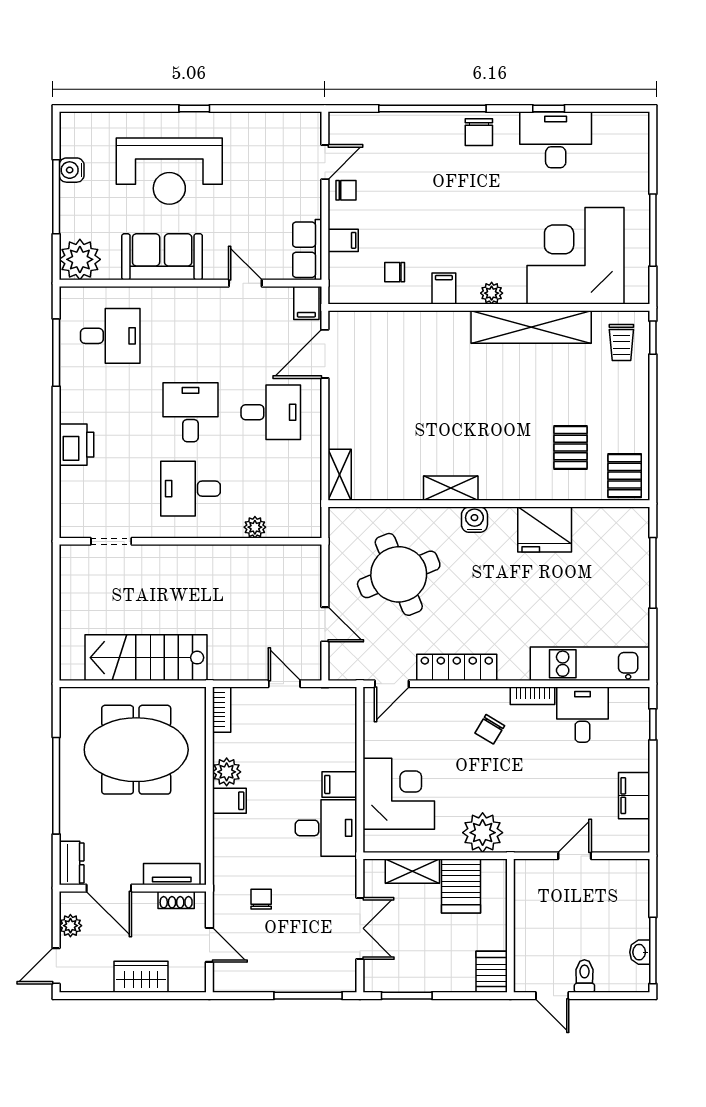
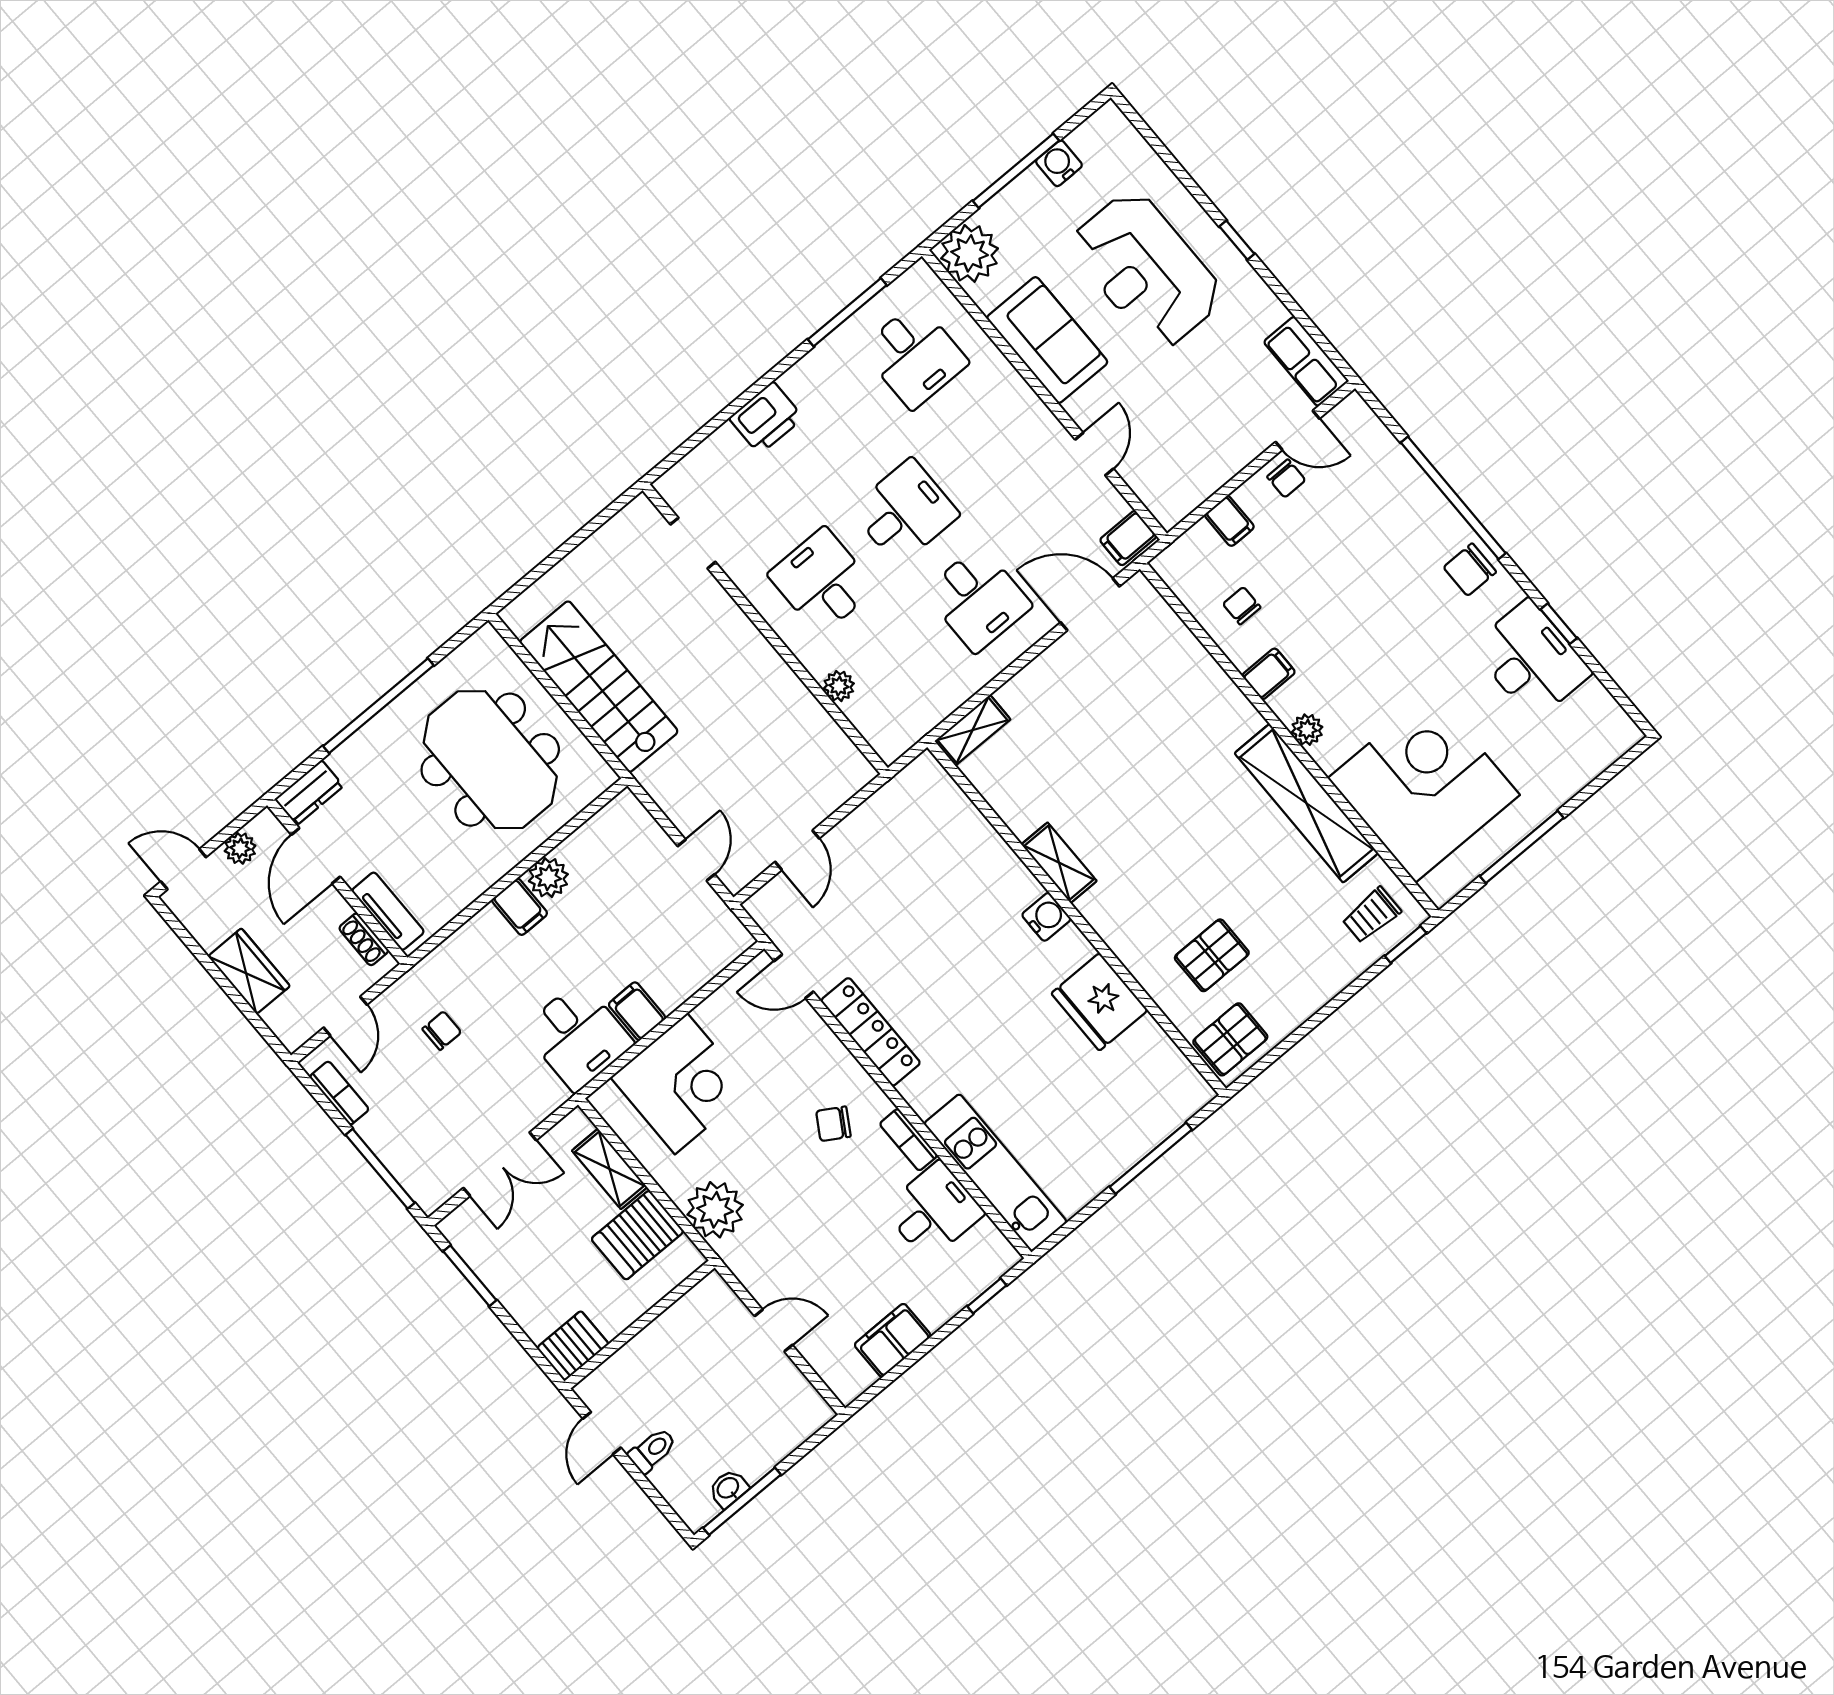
row of seats: (307, 250) -> (1306, 361), moved, turned -90
round table: (399, 574) -> (918, 885), removed
bookcase: (222, 710) -> (339, 1093), moved, turned -90

